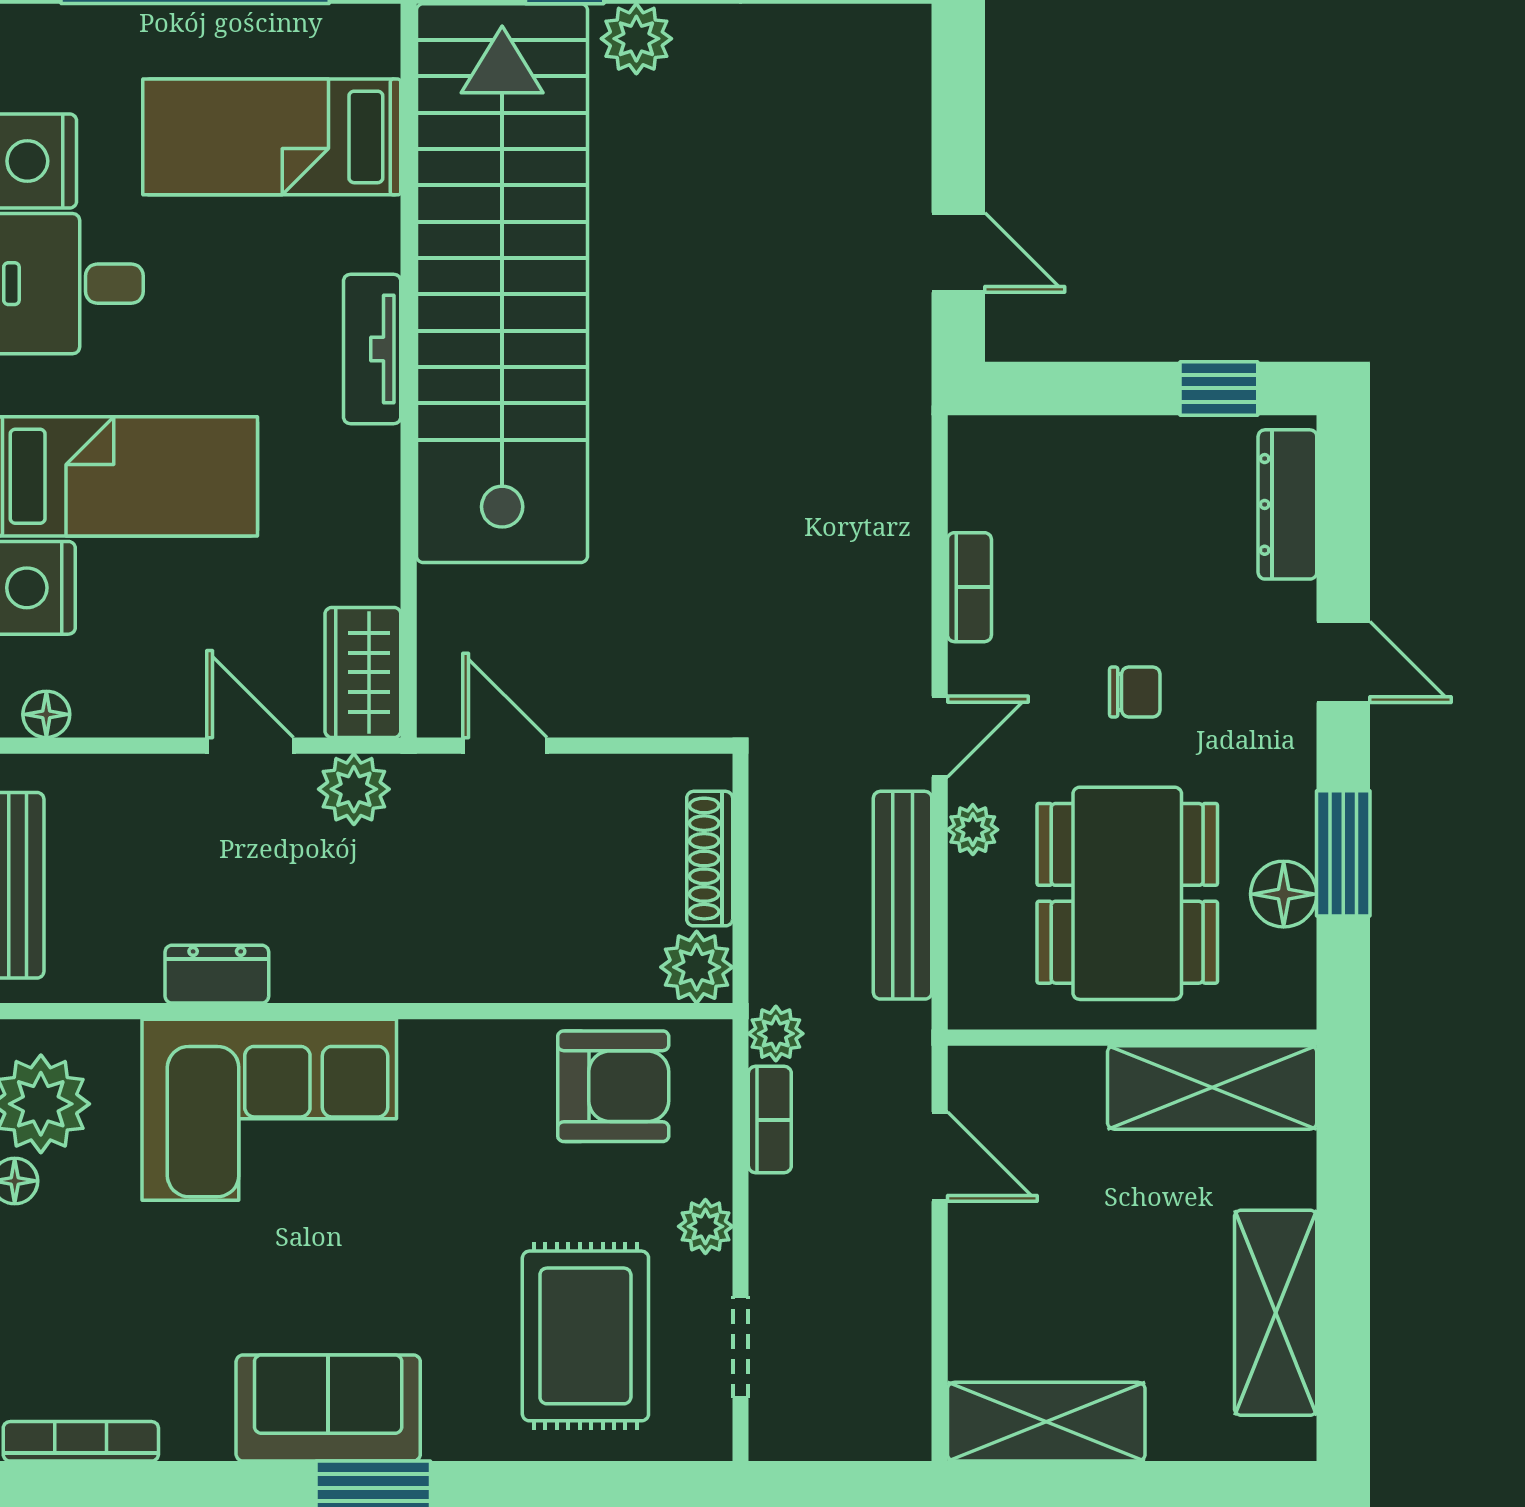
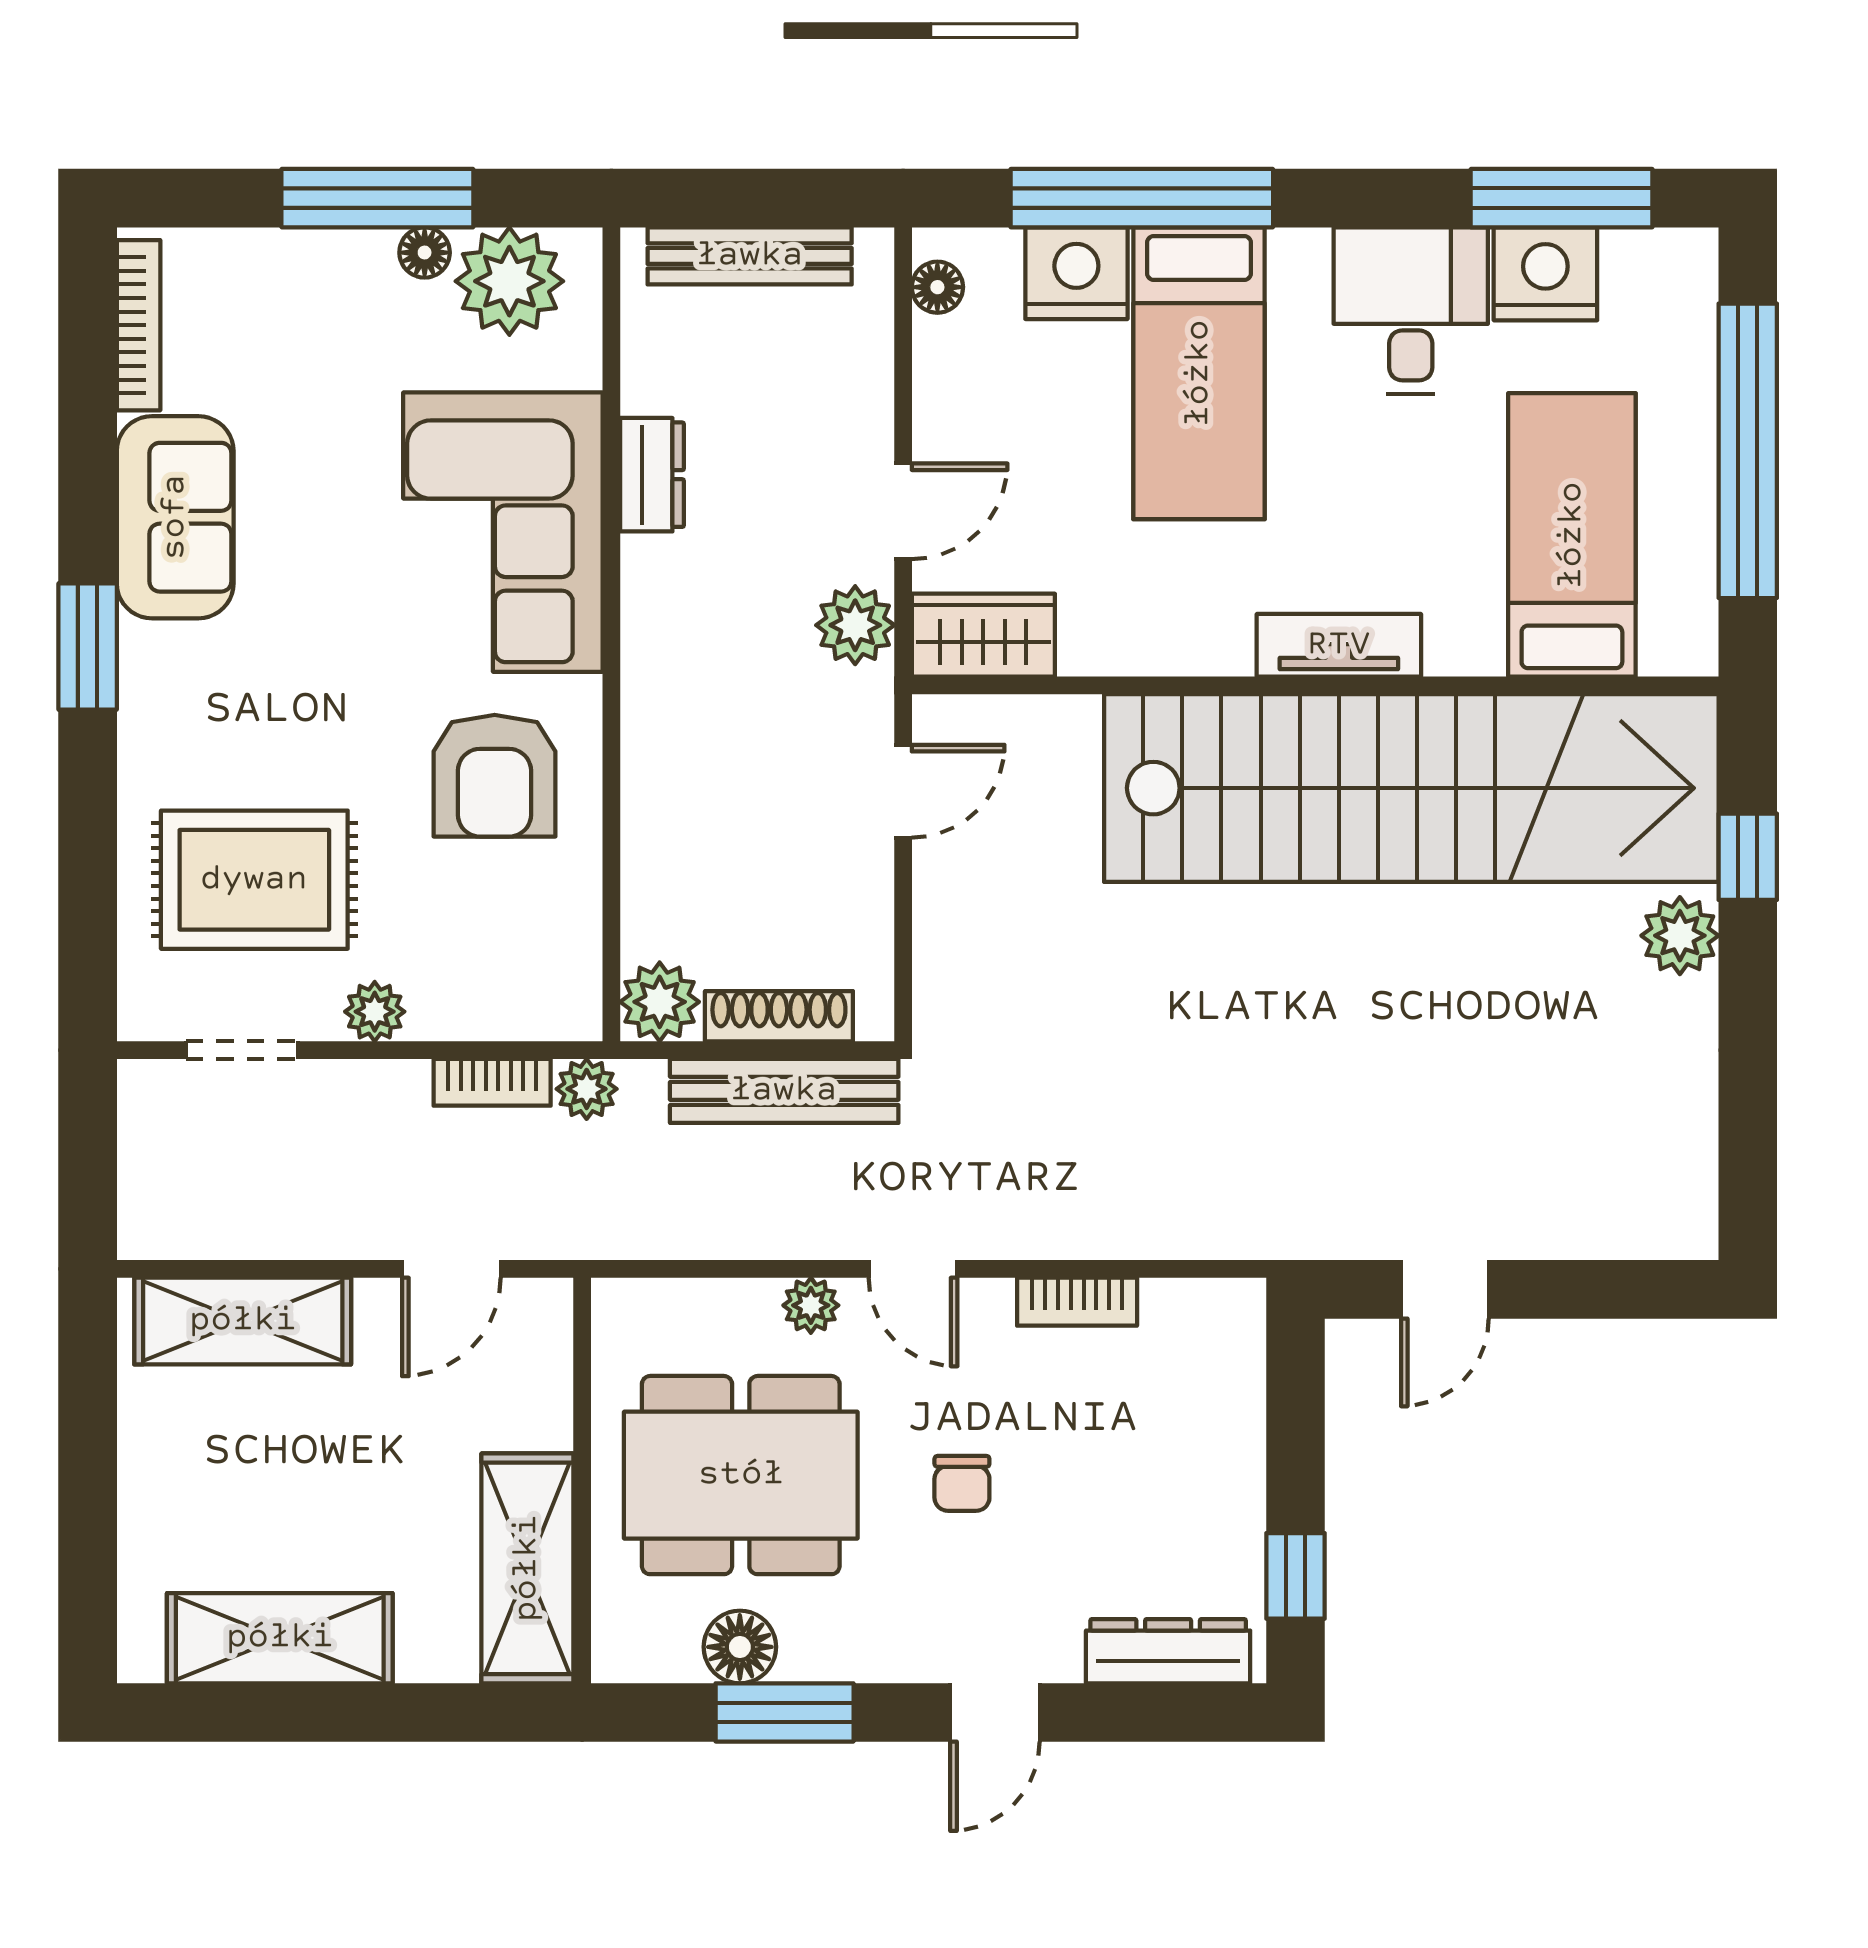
bench: (903, 895) -> (784, 1091), moved
armchair: (613, 1086) -> (495, 776), moved
sofa: (328, 1408) -> (175, 517), moved
shelving: (1046, 1422) -> (243, 1321), moved, turned 90

